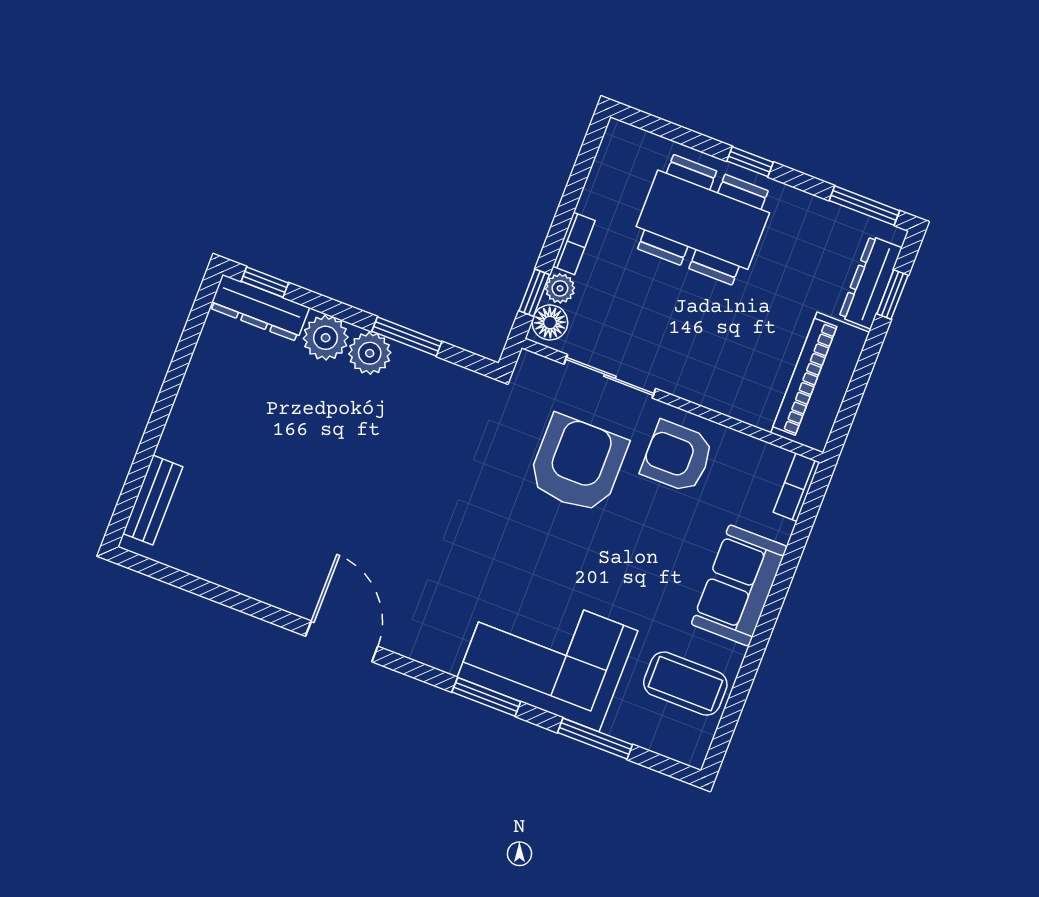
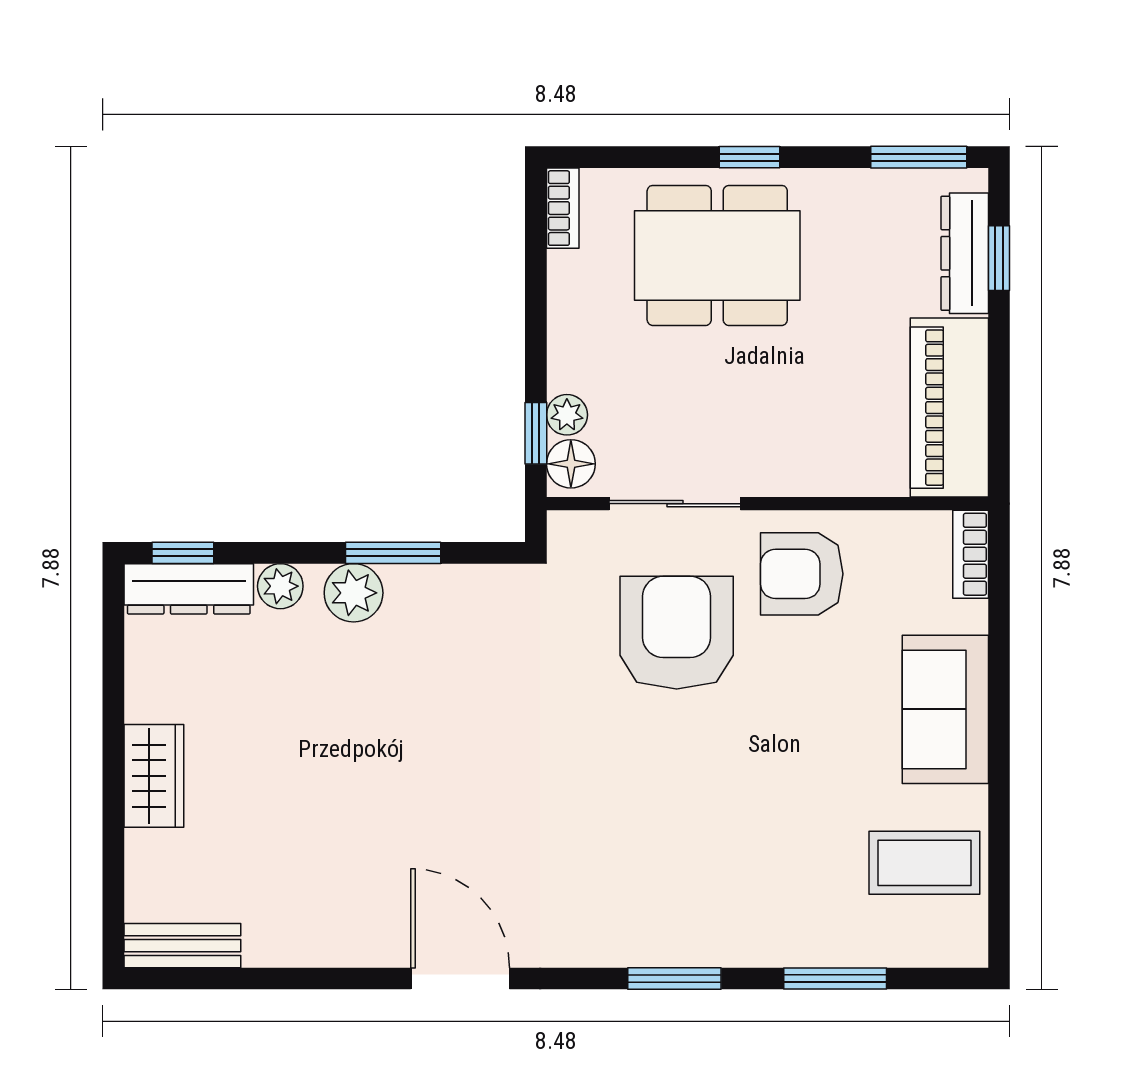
bookcase: (574, 243) -> (563, 208), moved
plant: (326, 338) -> (280, 586), width x0.73, depth x0.73
wardrobe: (187, 425) -> (154, 776), added
bench: (153, 500) -> (182, 946), moved, turned 90
corner sofa: (548, 654) -> (732, 893), removed

